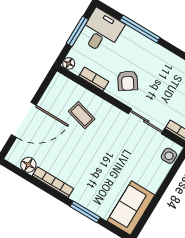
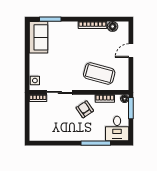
window: (77, 31) -> (131, 108), moved
coffee table: (82, 115) -> (99, 74), width x1.86, depth x1.72
door: (24, 120) -> (131, 51), width x0.53
window: (85, 212) -> (50, 19), moved

